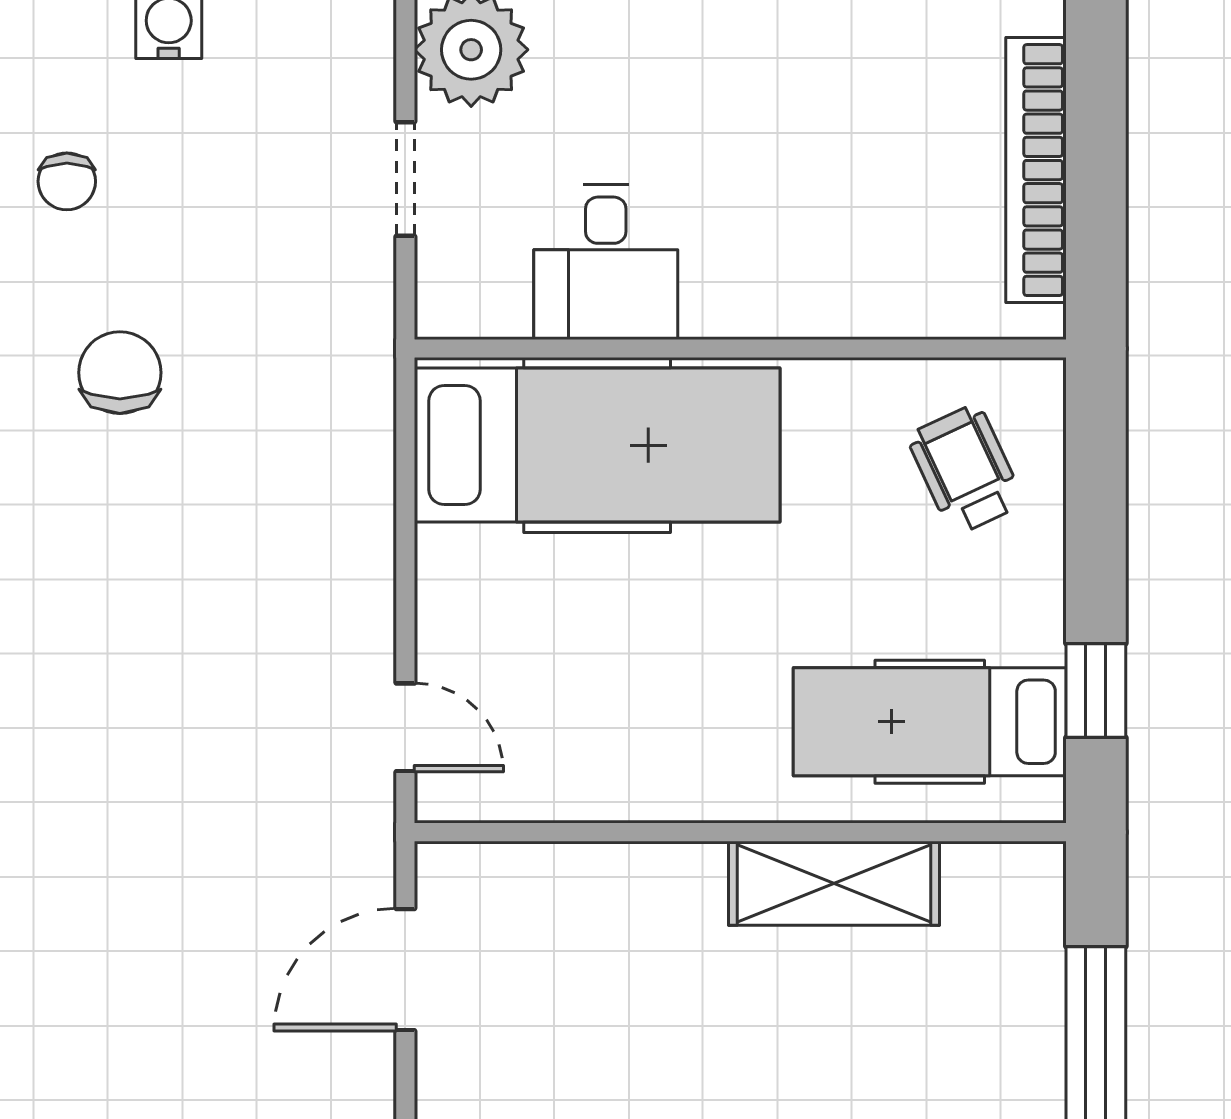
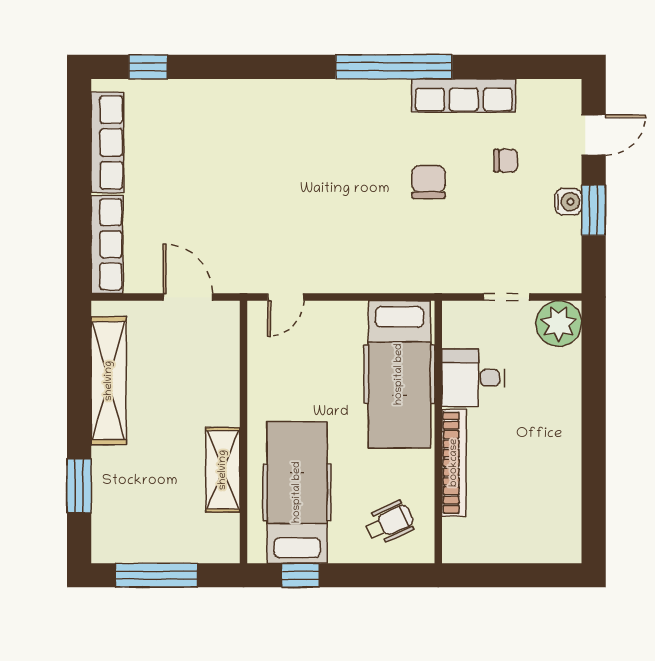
bookcase: (1036, 170) -> (454, 463), moved, turned 90
chair: (67, 181) -> (506, 161), turned 180
chair: (120, 373) -> (429, 182), turned -90
hospital bed: (930, 722) -> (297, 492), width x1.37, depth x1.29

